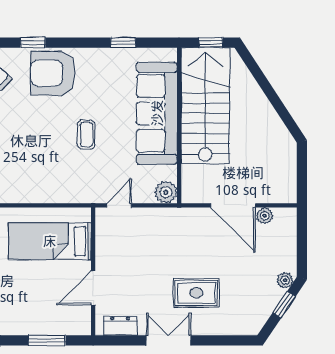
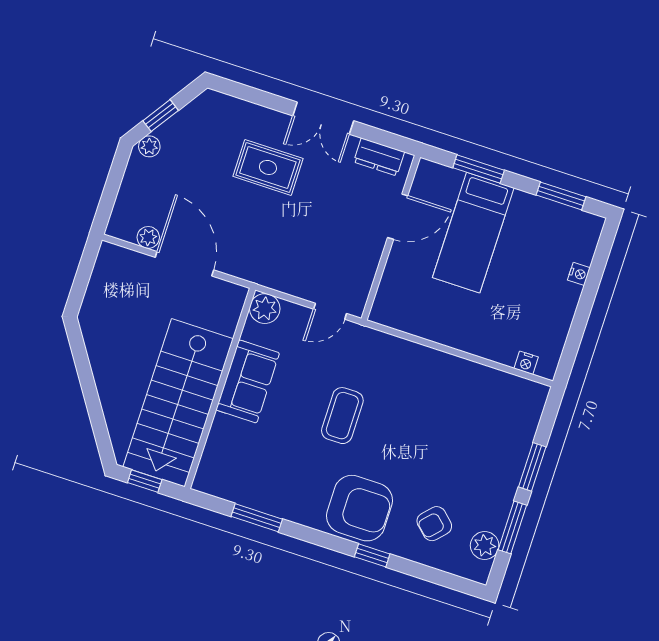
window: (123, 43) -> (257, 518), width x1.50
sofa: (157, 113) -> (248, 381), width x0.54, depth x0.79
coffee table: (86, 135) -> (342, 416), width x1.36, depth x1.30
bed: (50, 241) -> (473, 233), moved, turned 90

